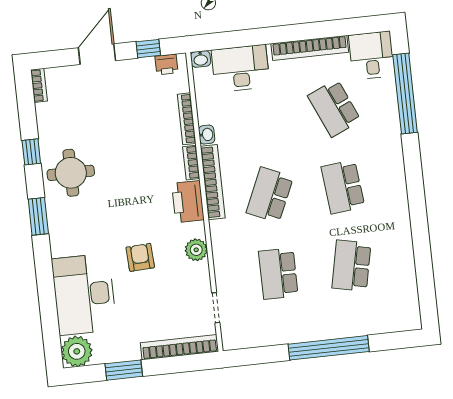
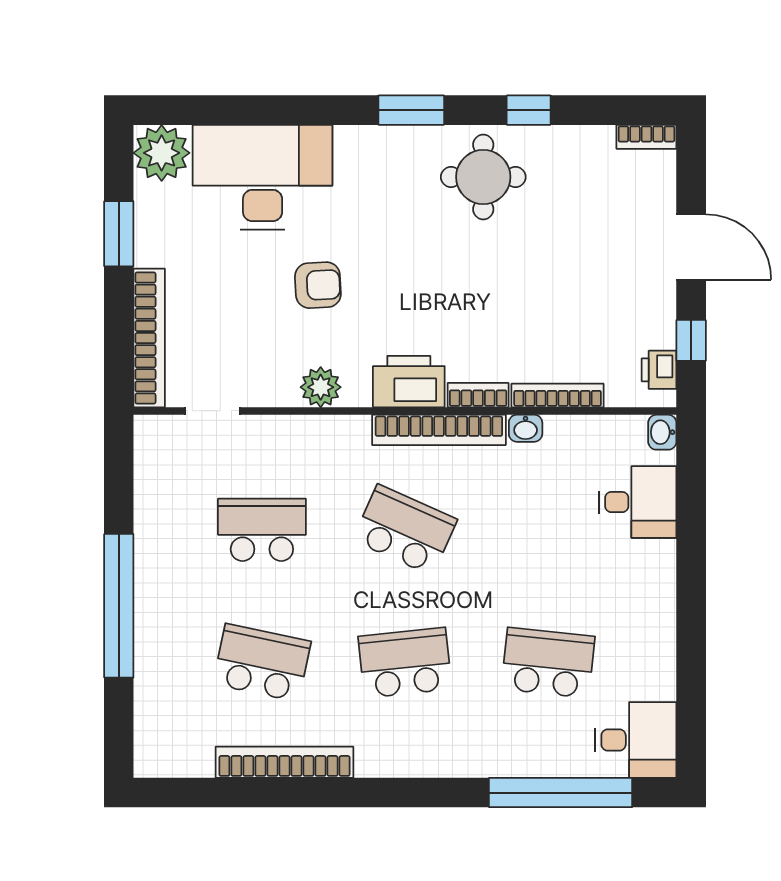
bookcase: (310, 48) -> (284, 762), moved, turned 90
desk: (240, 68) -> (638, 502), width x0.73
school desk: (334, 108) -> (548, 663), turned 30

